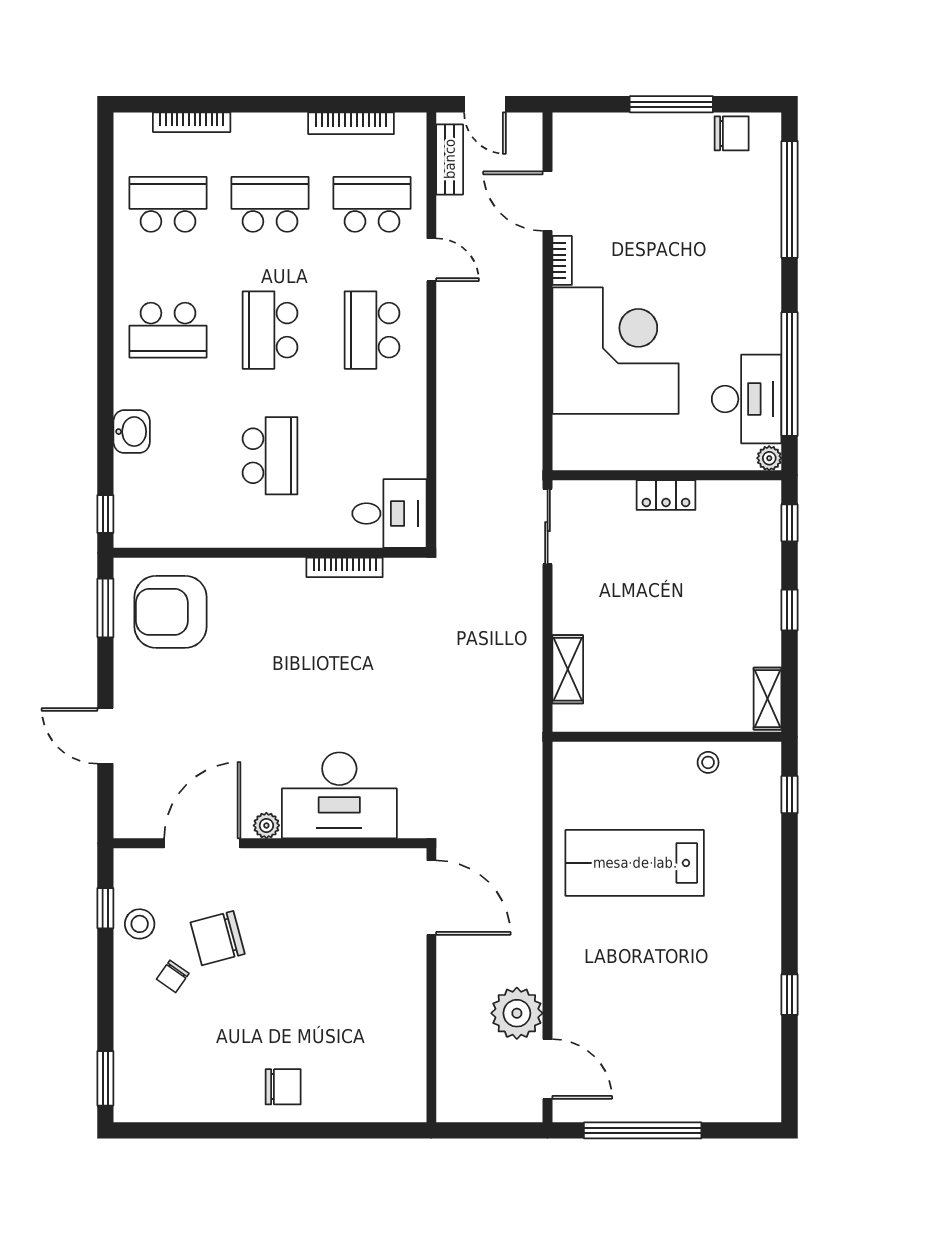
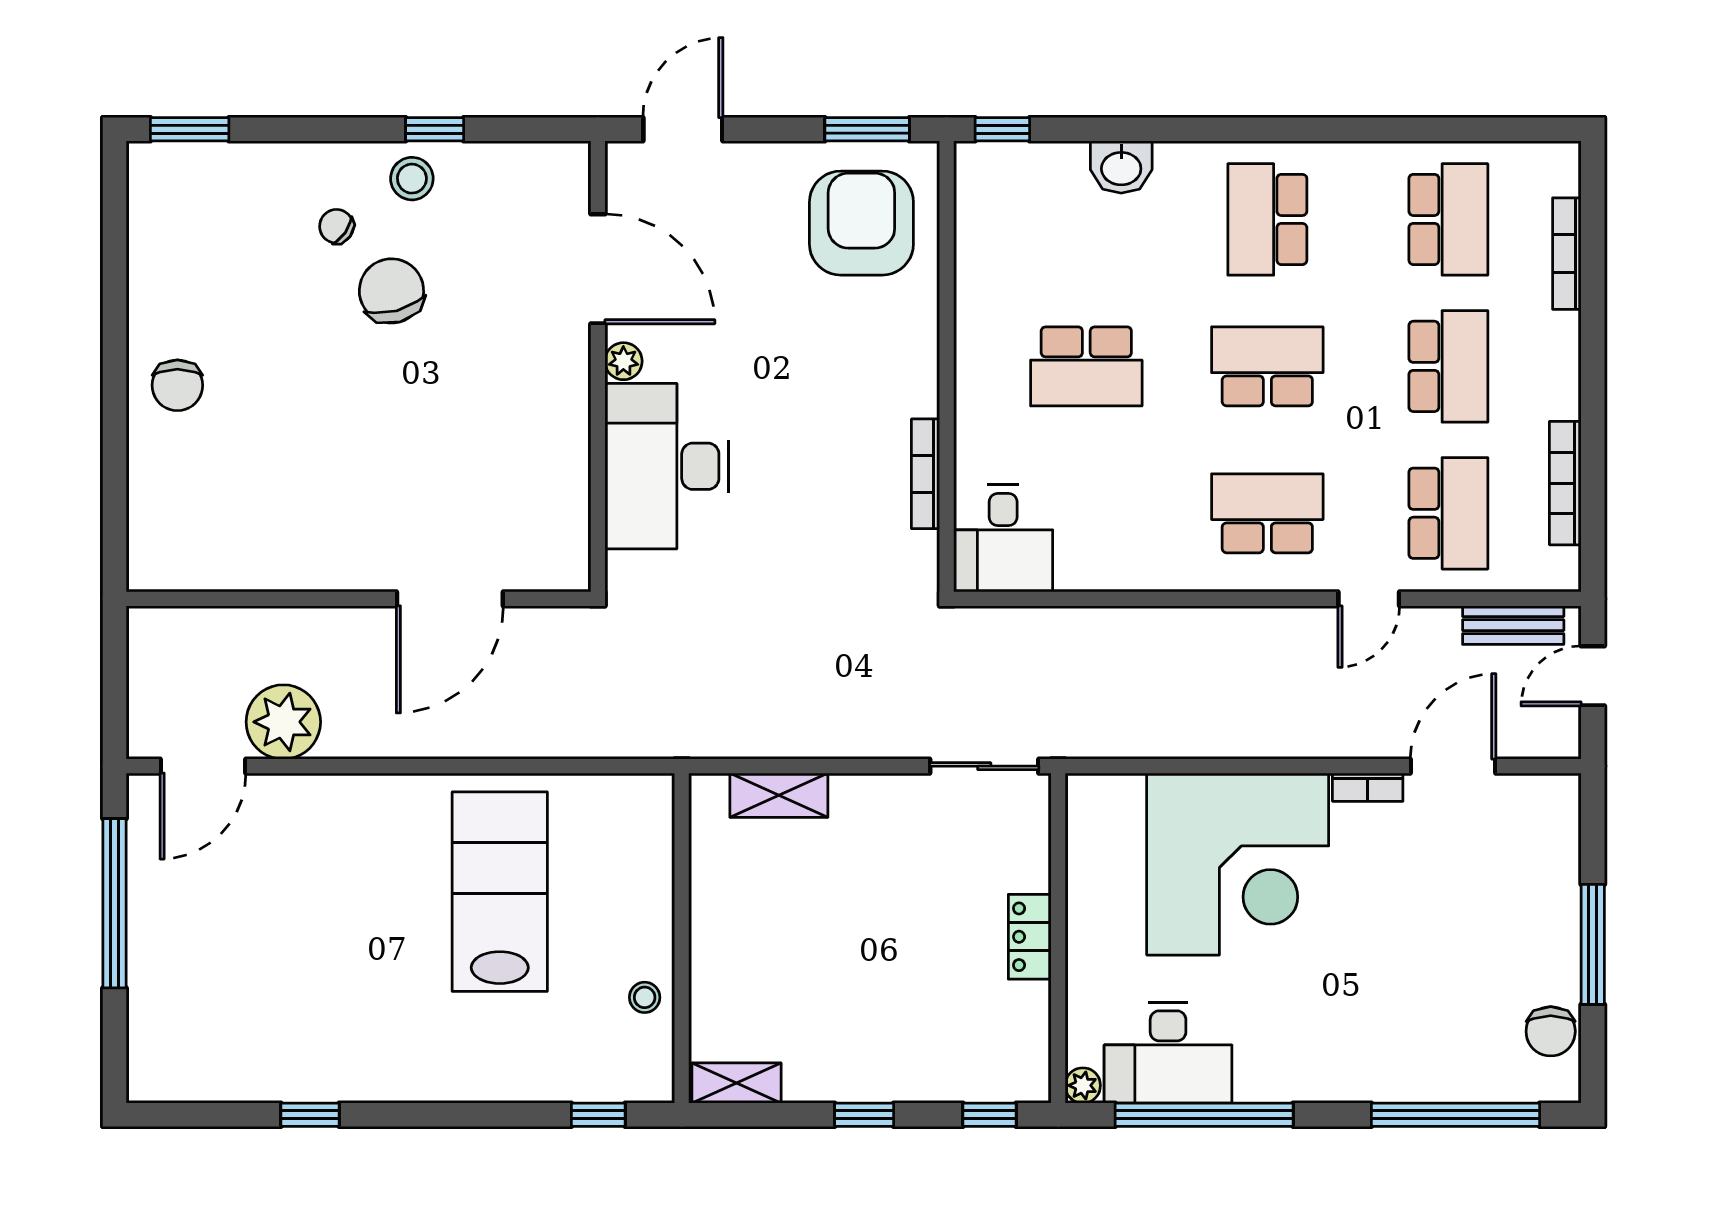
desk: (339, 795) -> (667, 466), moved
plant: (266, 825) -> (623, 361), moved
door: (202, 843) -> (598, 269), moved
wall: (270, 843) -> (598, 366), moved

